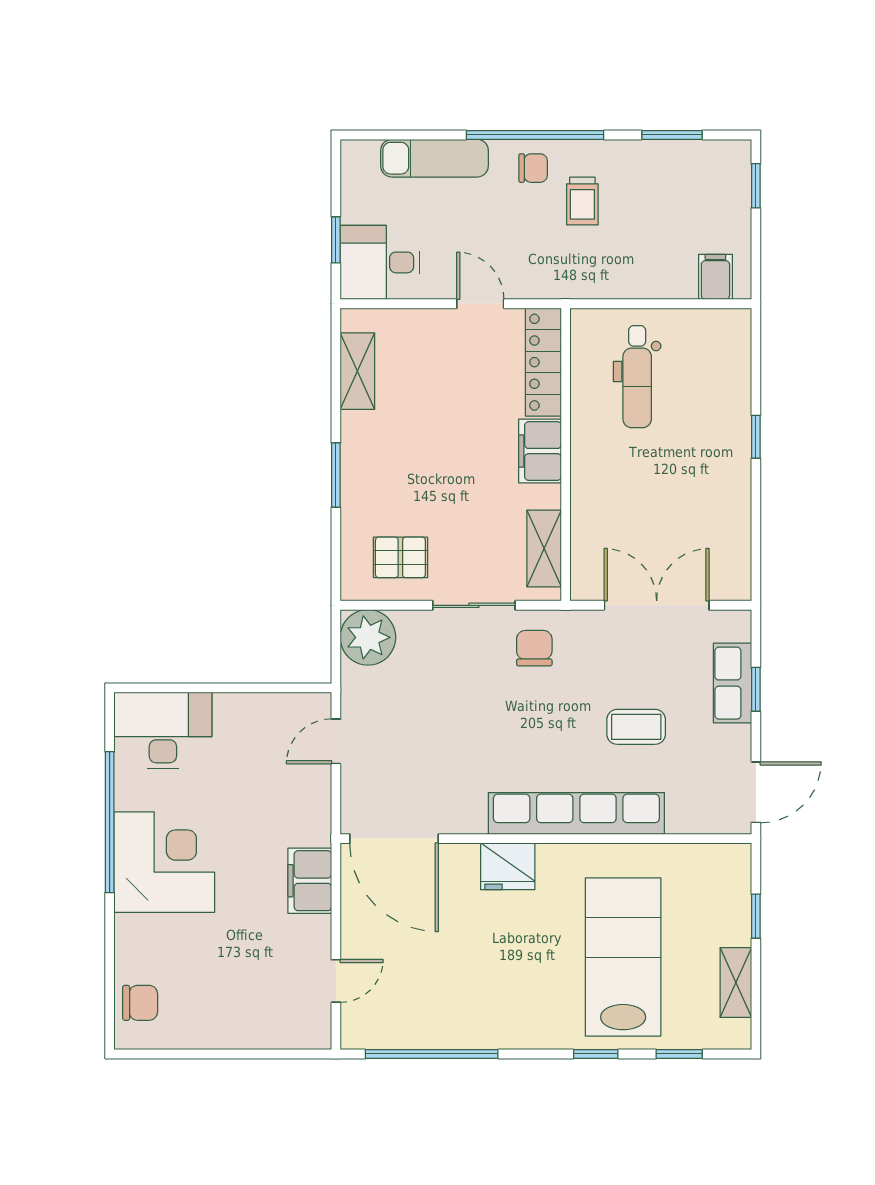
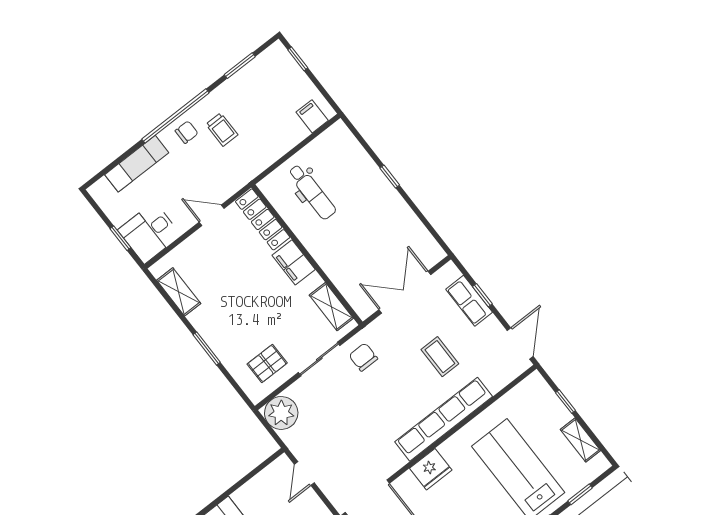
coffee table: (636, 727) -> (440, 357), turned 90

